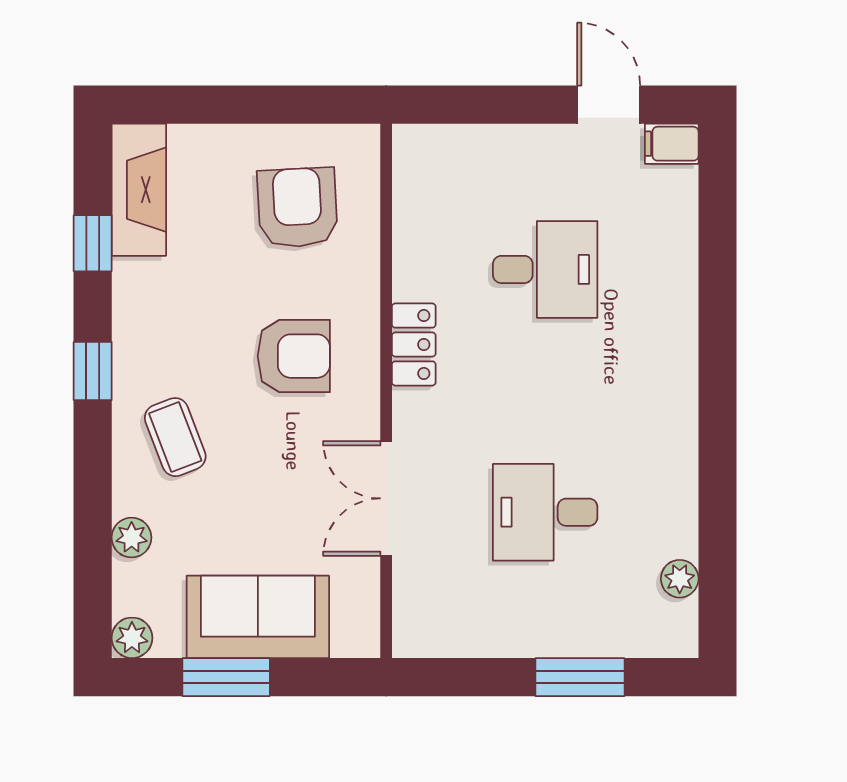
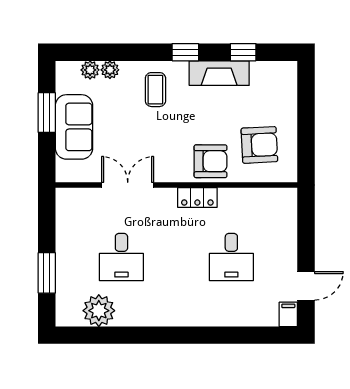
fireplace: (139, 190) -> (219, 73), moved
armchair: (294, 356) -> (210, 161), moved, turned -90
coffee table: (175, 437) -> (155, 90), turned -69
desk: (545, 512) -> (121, 257), turned 180
plant: (680, 579) -> (99, 311), width x1.87, depth x1.87
plant: (132, 638) -> (90, 70), moved

